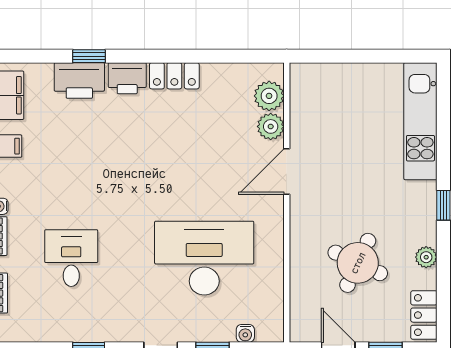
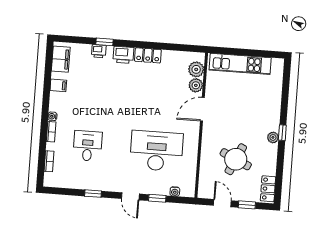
printer: (79, 81) -> (99, 51), width x0.53, depth x0.68
kitchen unit: (420, 121) -> (240, 64), moved, turned -90
plant: (426, 257) -> (273, 137), moved

